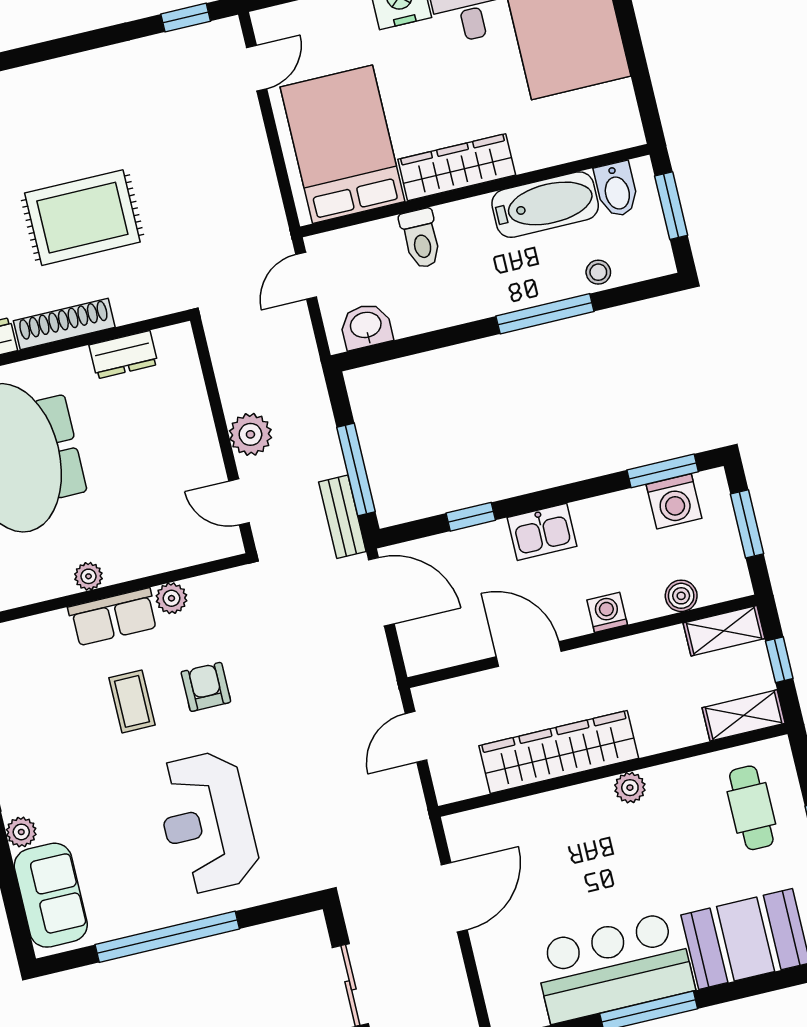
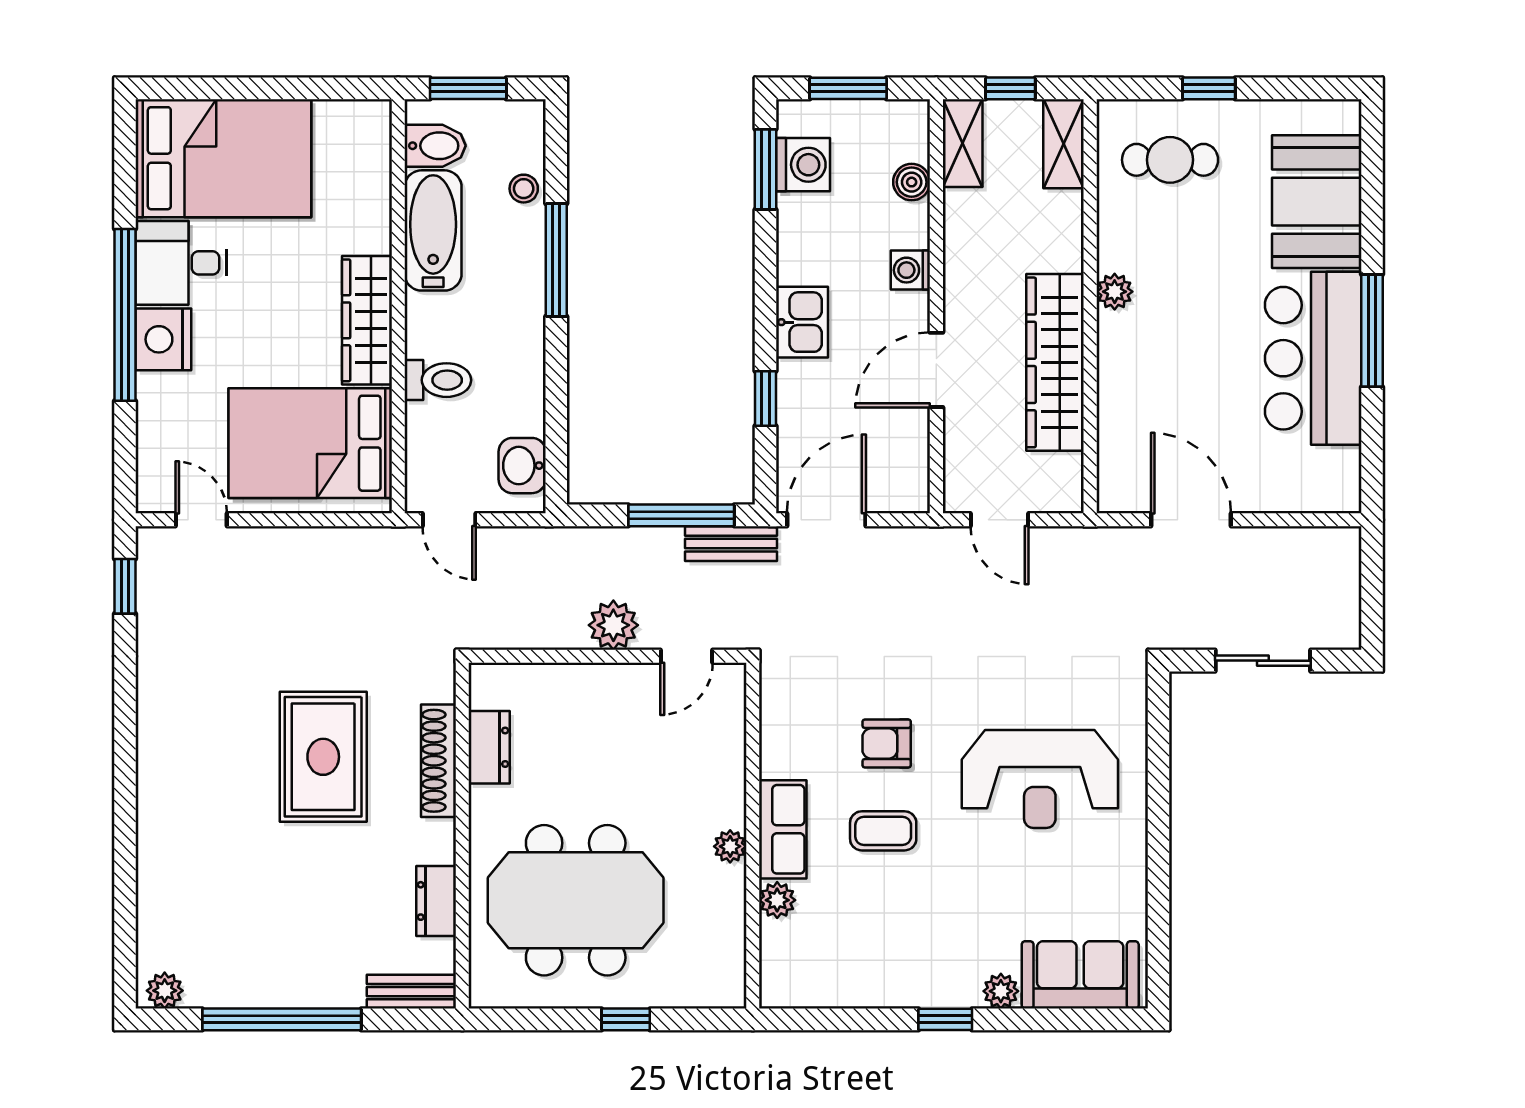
shoe rack: (64, 324) -> (438, 761), moved
plant: (171, 598) -> (777, 900), moved
window: (167, 937) -> (1158, 854), removed

